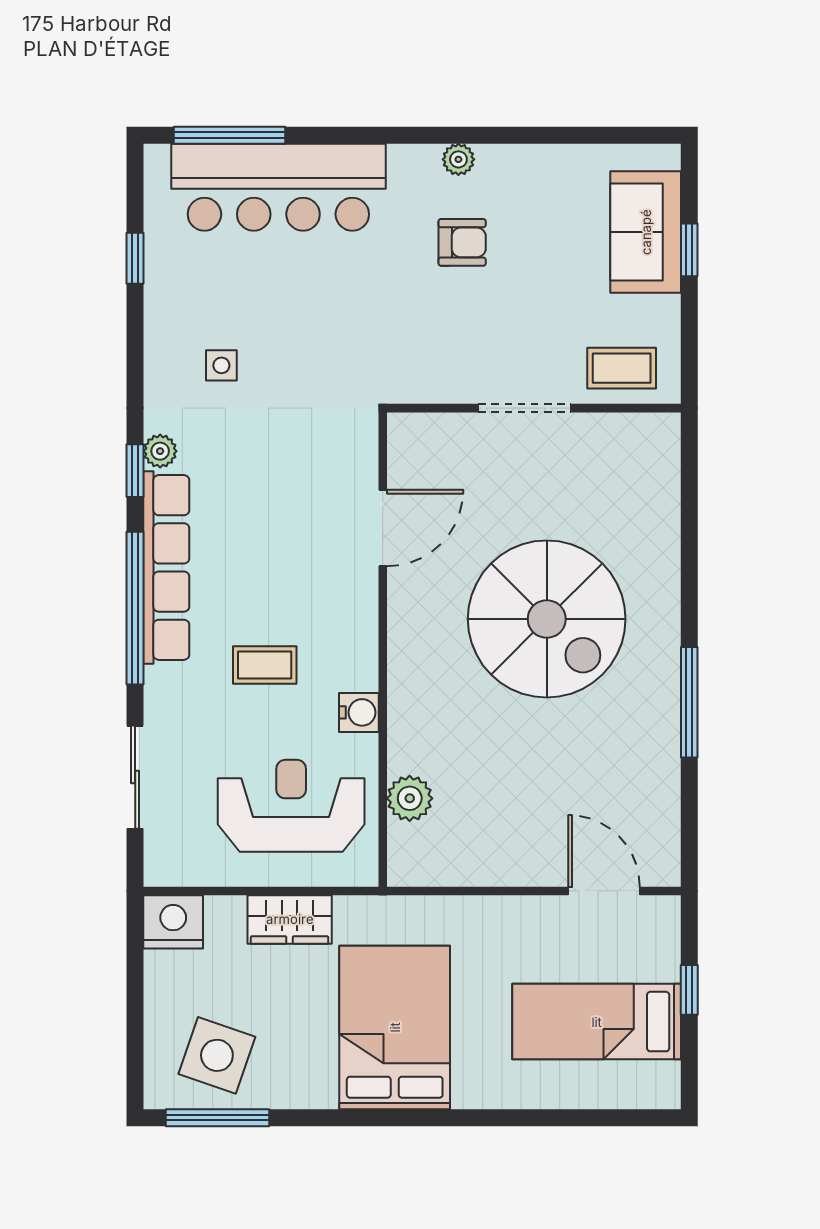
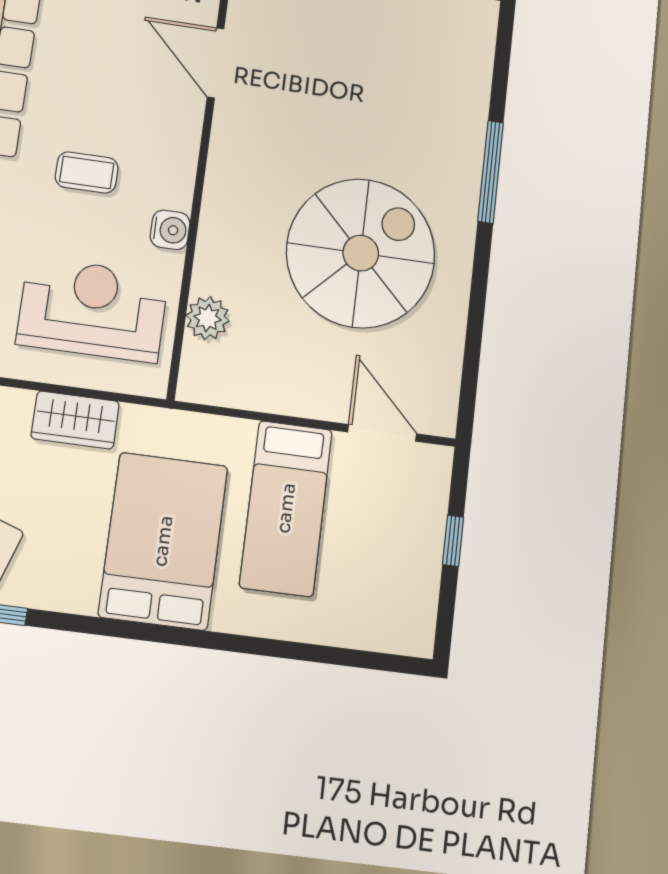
door: (383, 528) -> (216, 63), swing flipped
spiral stairs: (547, 619) -> (361, 253), moved, turned -90
window: (689, 702) -> (491, 172), moved
bed: (597, 1022) -> (286, 508), moved, turned -90

